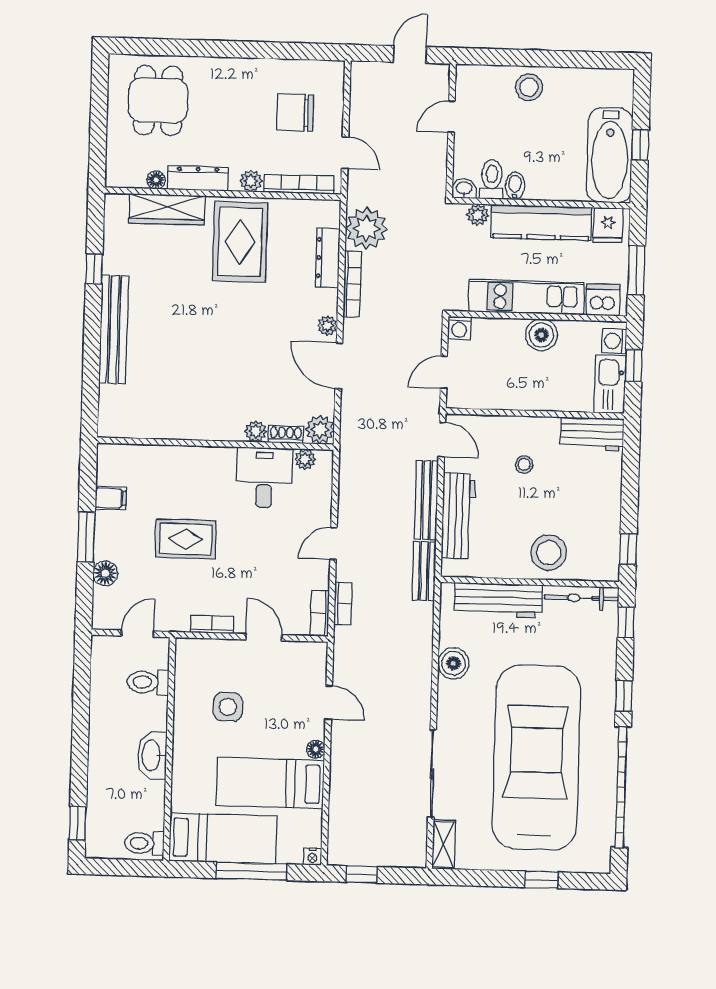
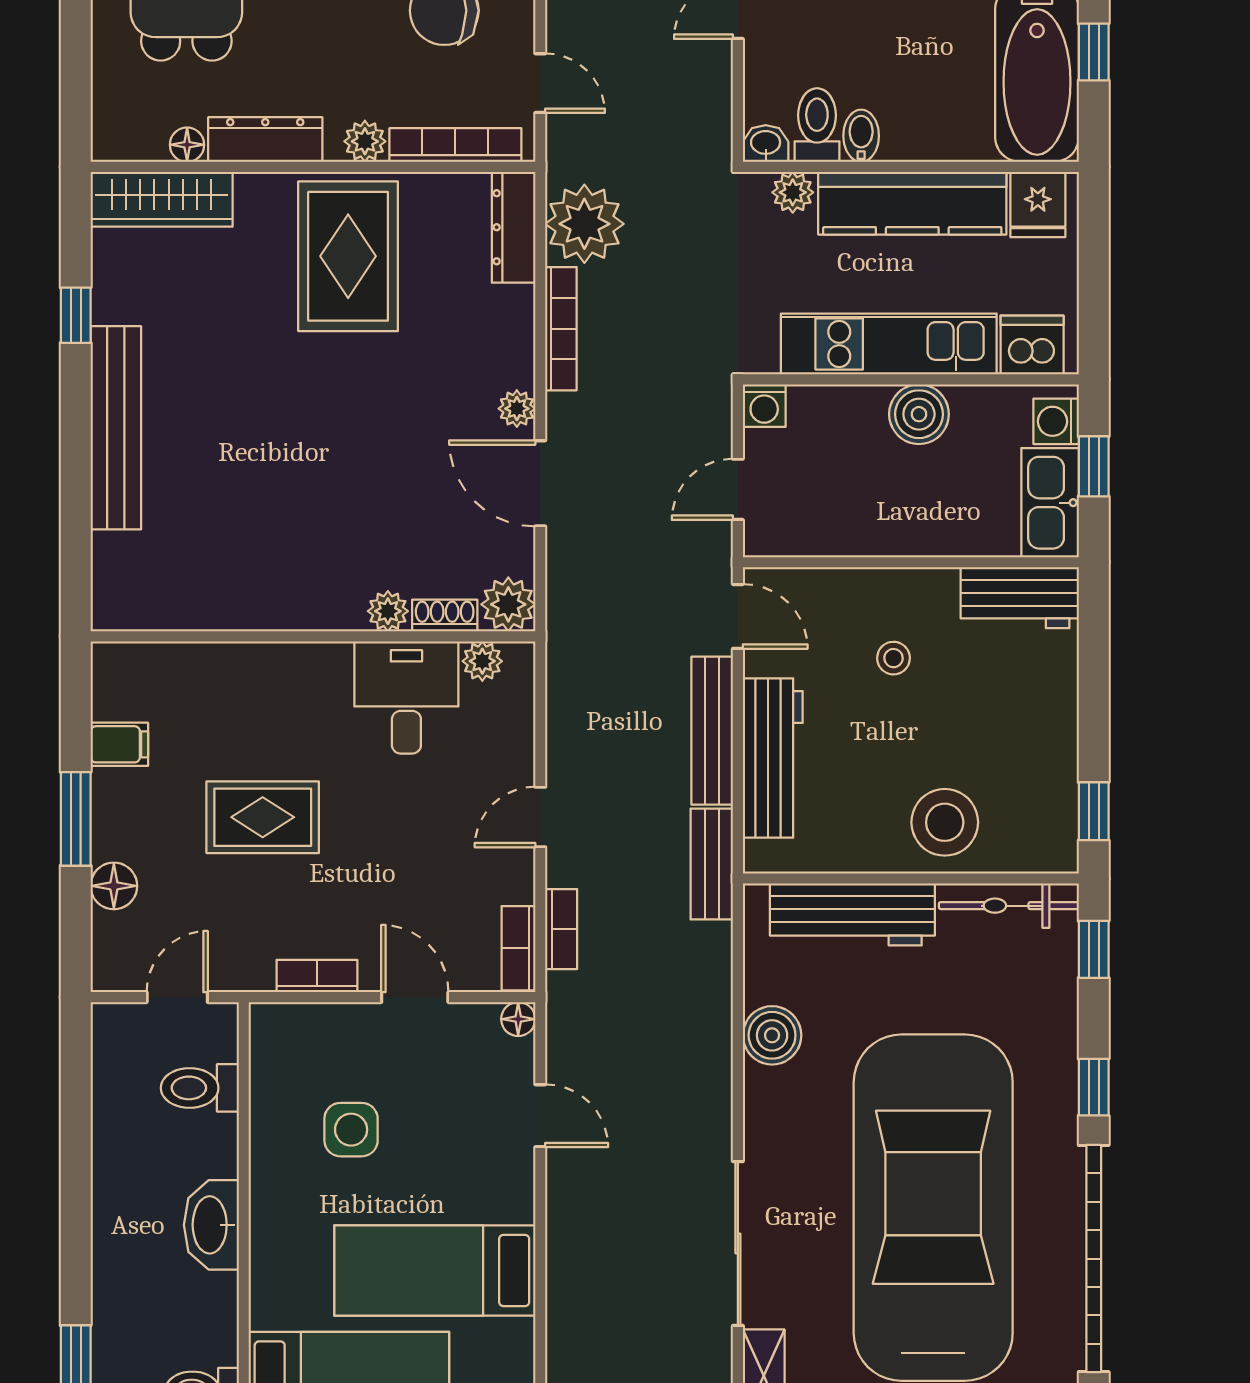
wardrobe: (167, 209) -> (162, 199), moved
dresser: (328, 258) -> (514, 227), moved
window: (636, 270) -> (1094, 288), removed
floor lamp: (316, 749) -> (518, 1019), moved

